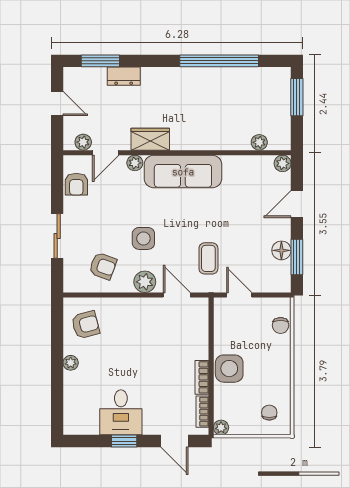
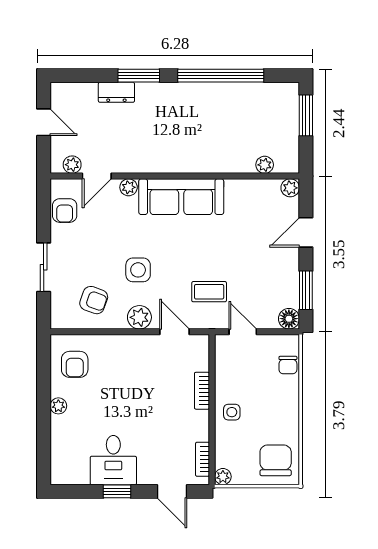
window: (100, 61) -> (139, 76), moved
wardrobe: (150, 139) -> (145, 161), removed
floor lamp: (281, 250) -> (289, 319), moved
coffee table: (208, 258) -> (209, 292), turned 90
armchair: (86, 325) -> (75, 364), turned 105
side table: (229, 369) -> (232, 412), width x0.54, depth x0.54
bookcase: (202, 377) -> (202, 391), moved
chair: (269, 413) -> (276, 460), width x1.87, depth x1.87

